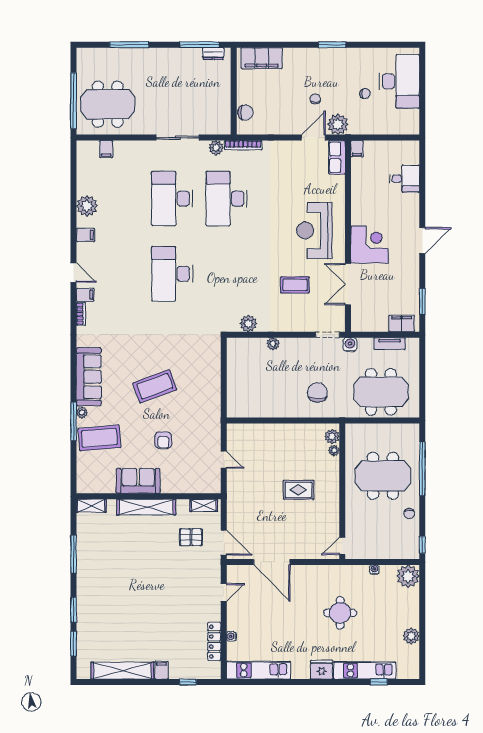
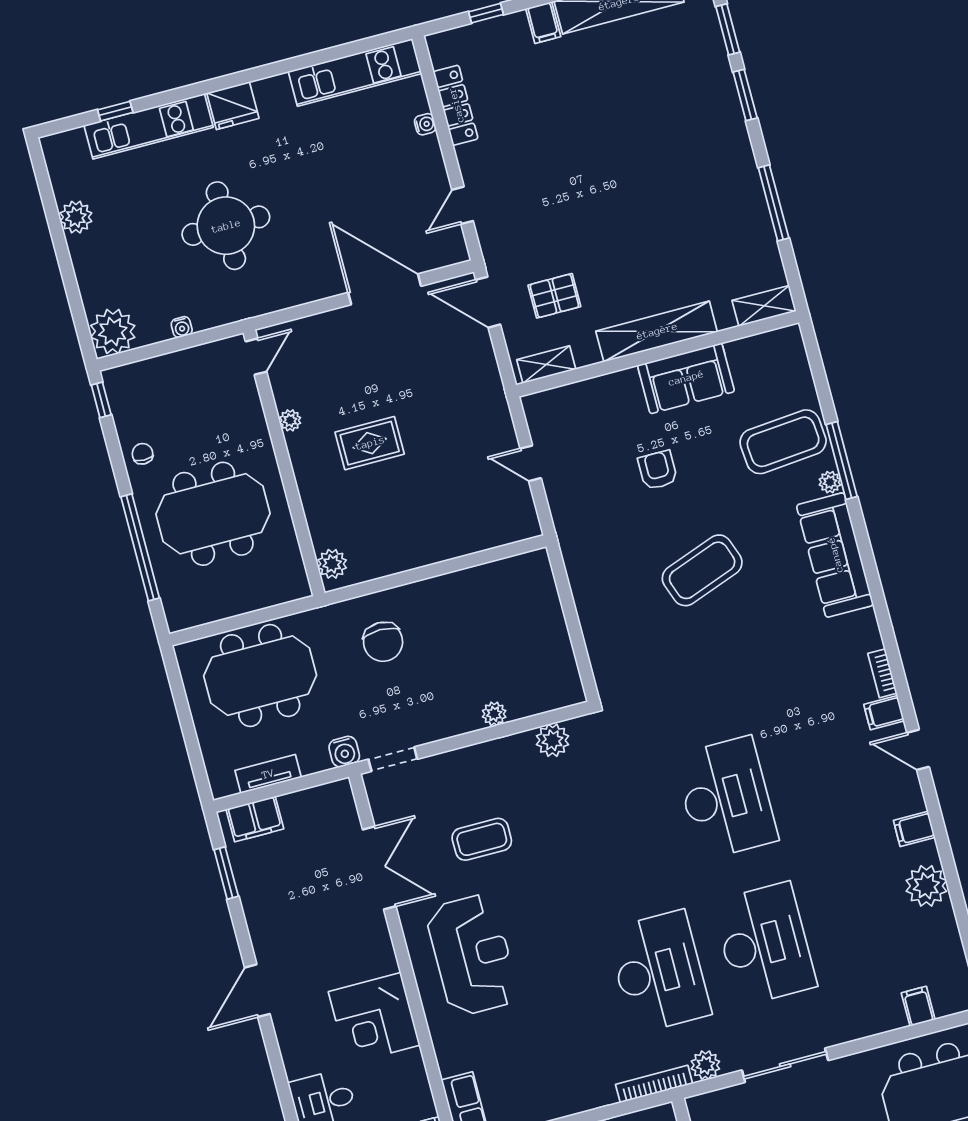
corner desk: (370, 244) -> (374, 1018), moved
plant: (334, 450) -> (290, 420), moved
round table: (340, 613) -> (226, 226), width x1.36, depth x1.36

